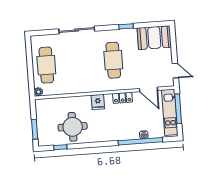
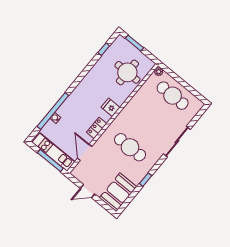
door: (175, 71) -> (87, 191), moved
door: (148, 89) -> (85, 152), hinge flipped
round table: (73, 127) -> (127, 72), moved

